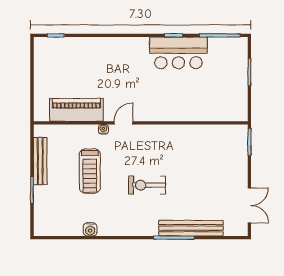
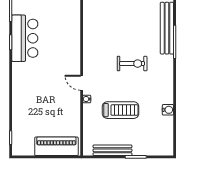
piano: (76, 110) -> (56, 146), moved, turned 90
exercise bike: (147, 185) -> (132, 64), turned -90

